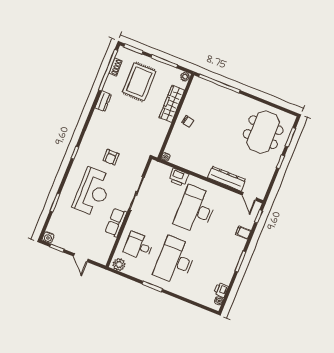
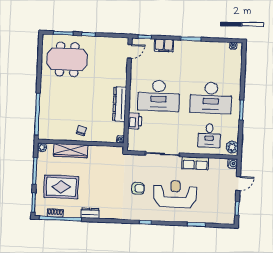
dresser: (227, 179) -> (119, 104), moved
filing cabinet: (243, 233) -> (164, 45), width x2.00
water cooler: (48, 237) -> (233, 164), moved
printer: (221, 290) -> (223, 47), removed

